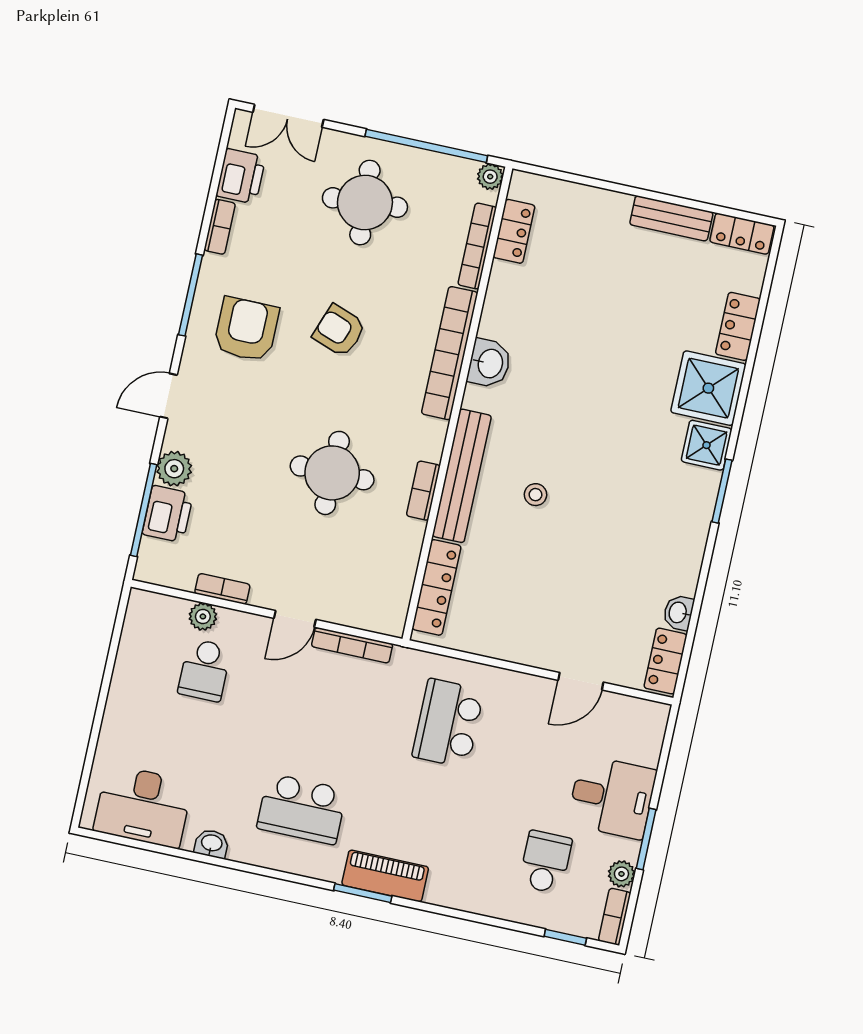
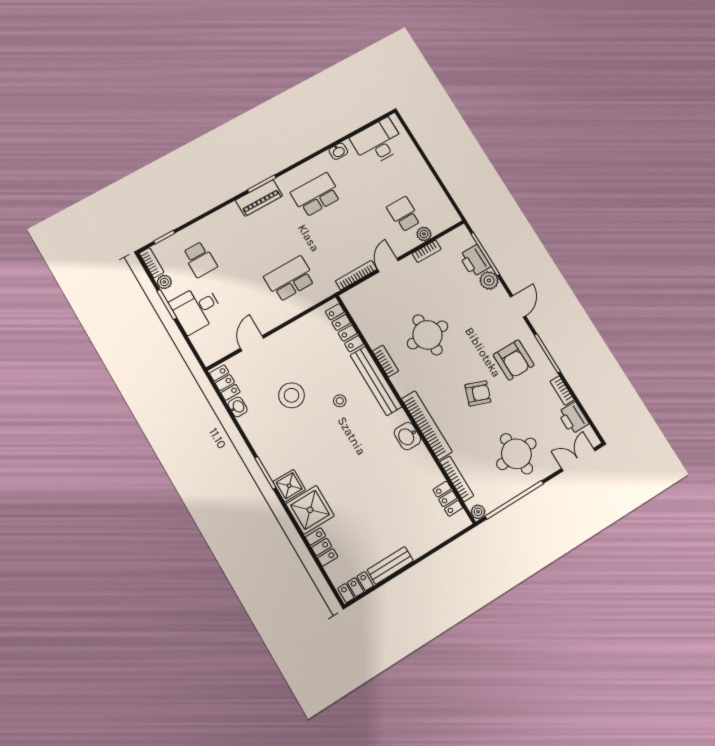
stool: (593, 562) -> (292, 395), added
school desk: (448, 723) -> (290, 279), turned -90

